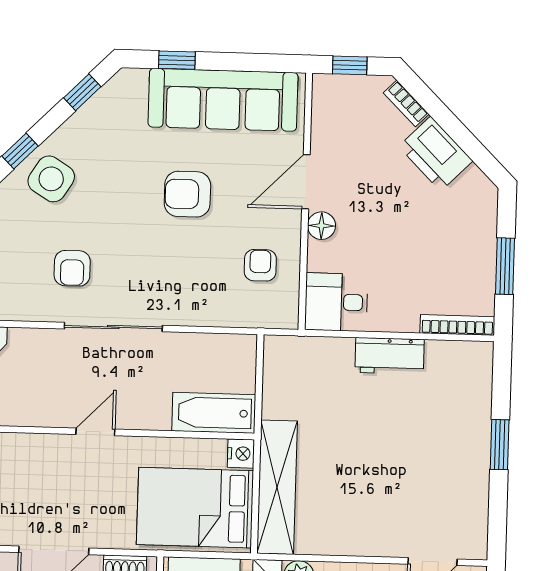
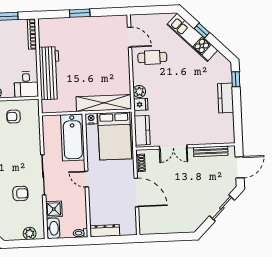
shower: (28, 347) -> (54, 209), added
workbench: (390, 356) -> (50, 73), width x1.88, depth x1.32
bathtub: (214, 413) -> (73, 137), width x1.36, depth x1.36

